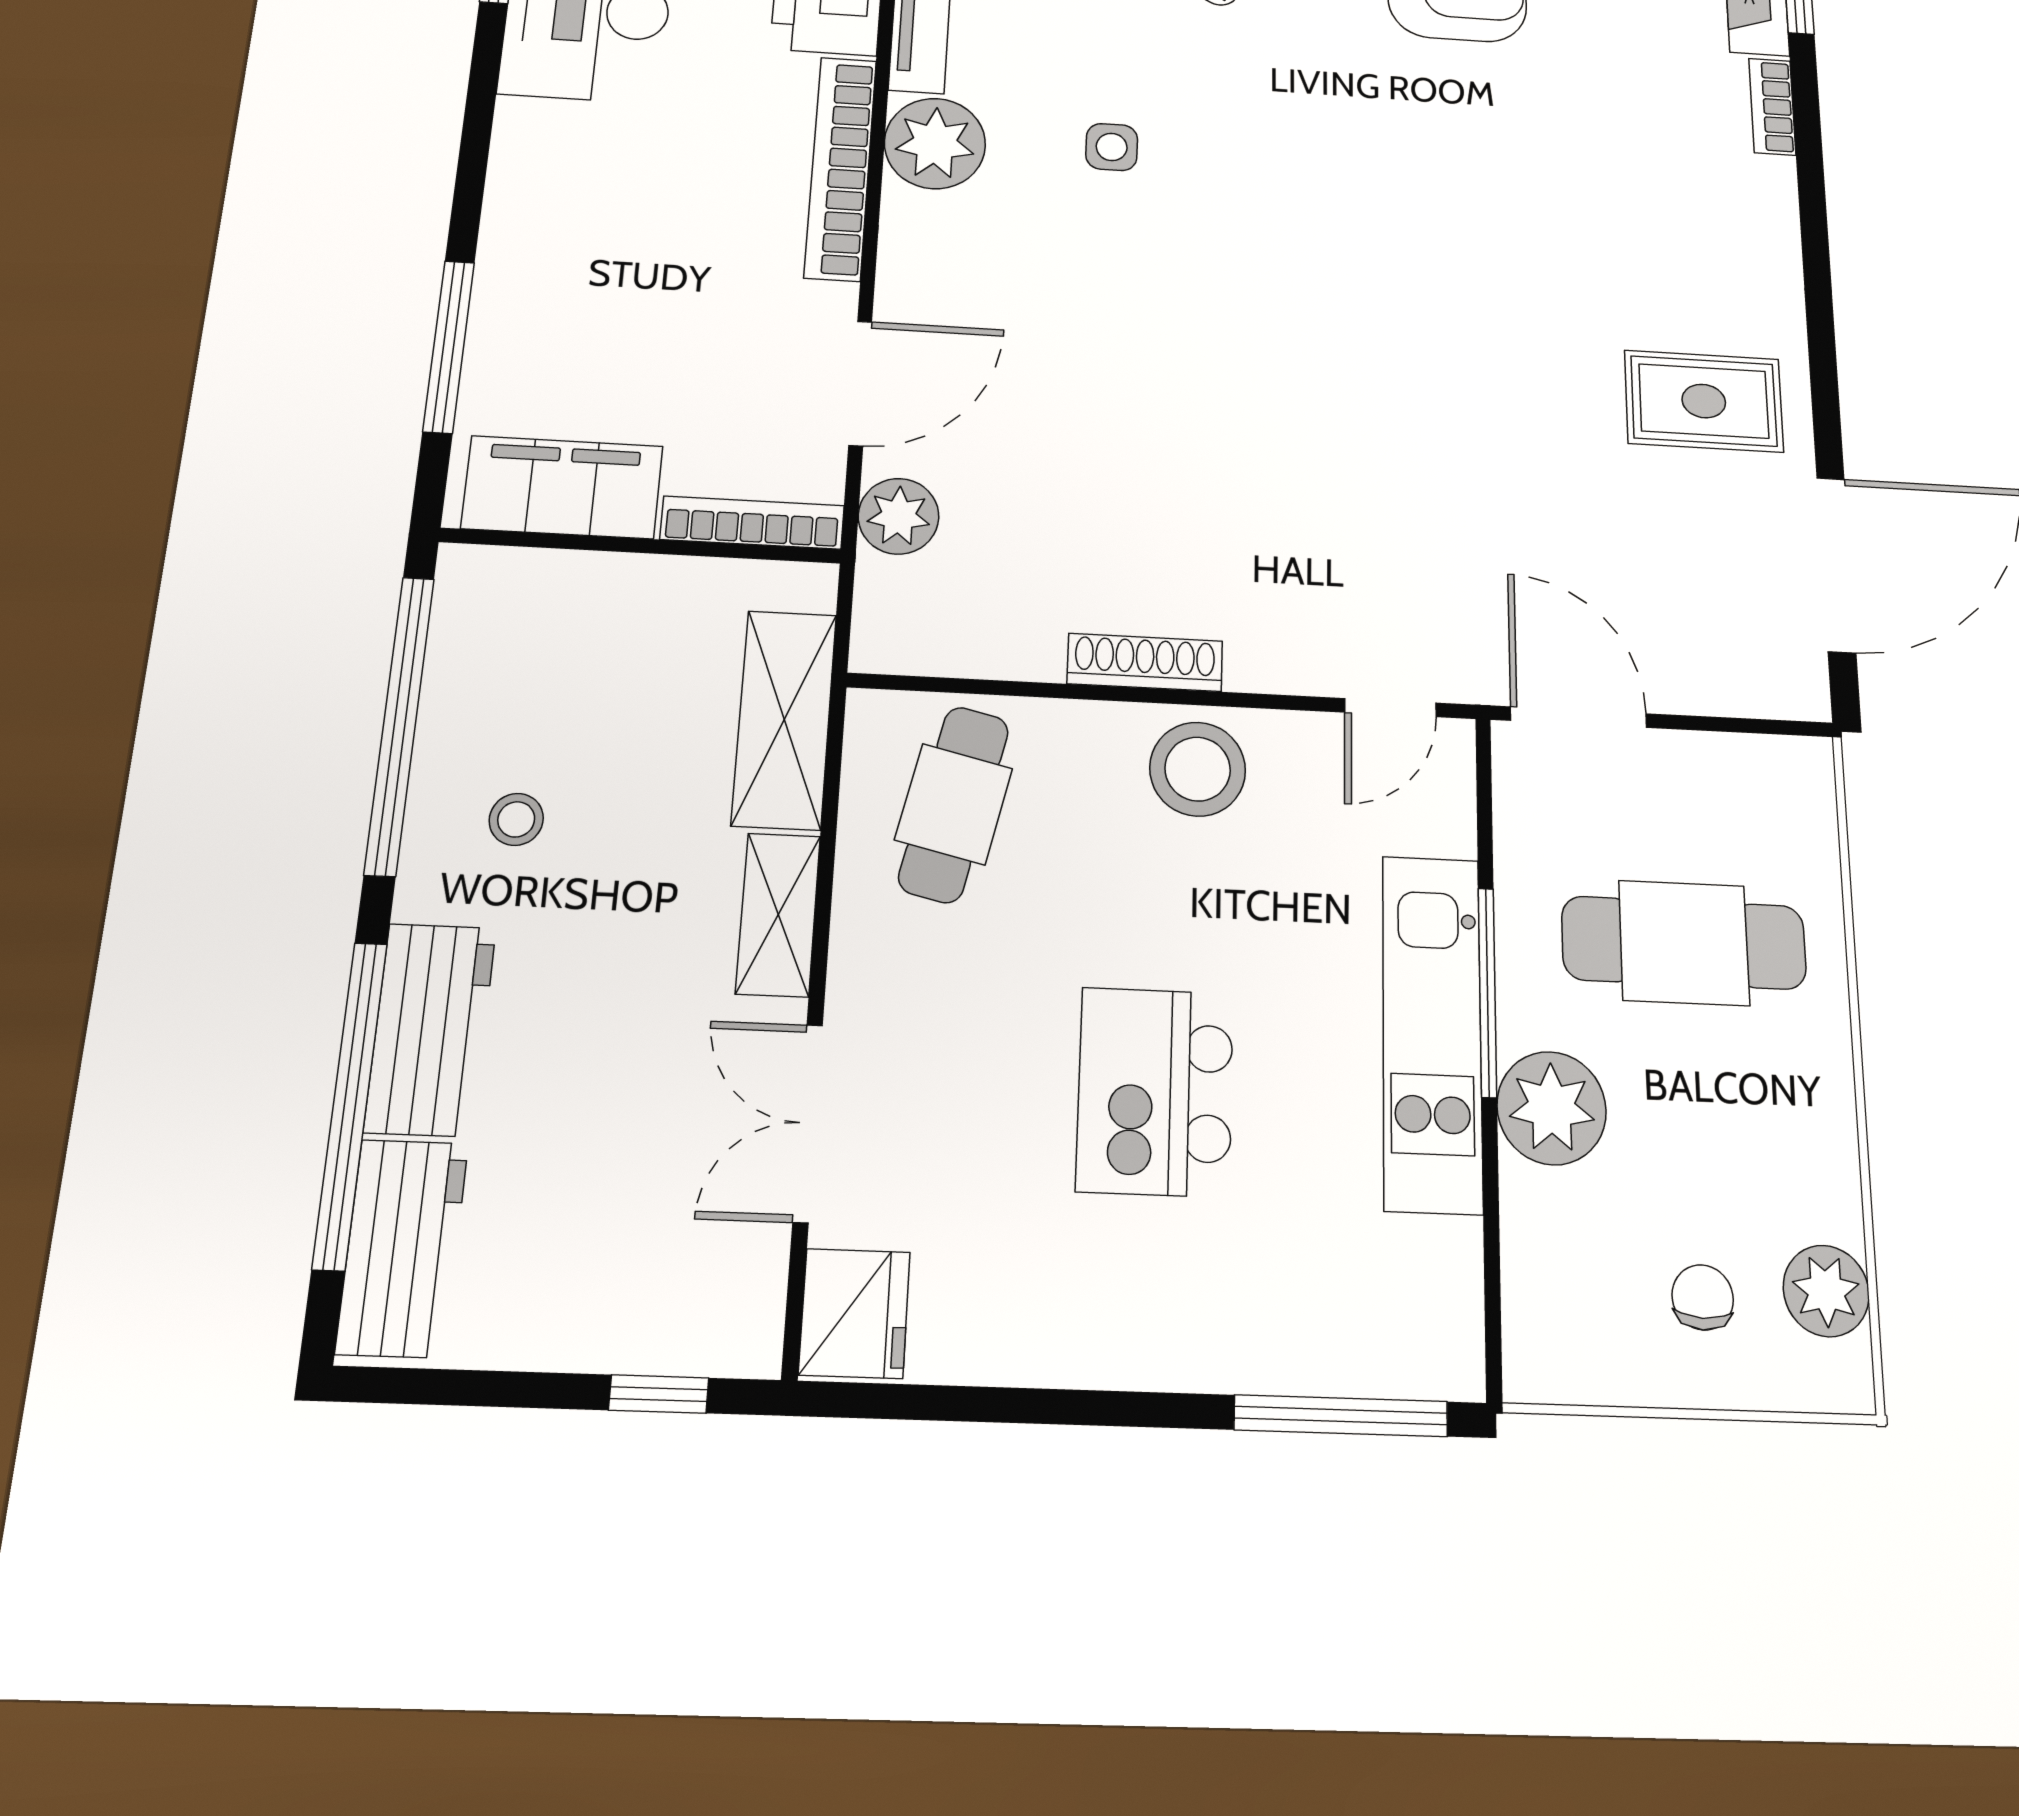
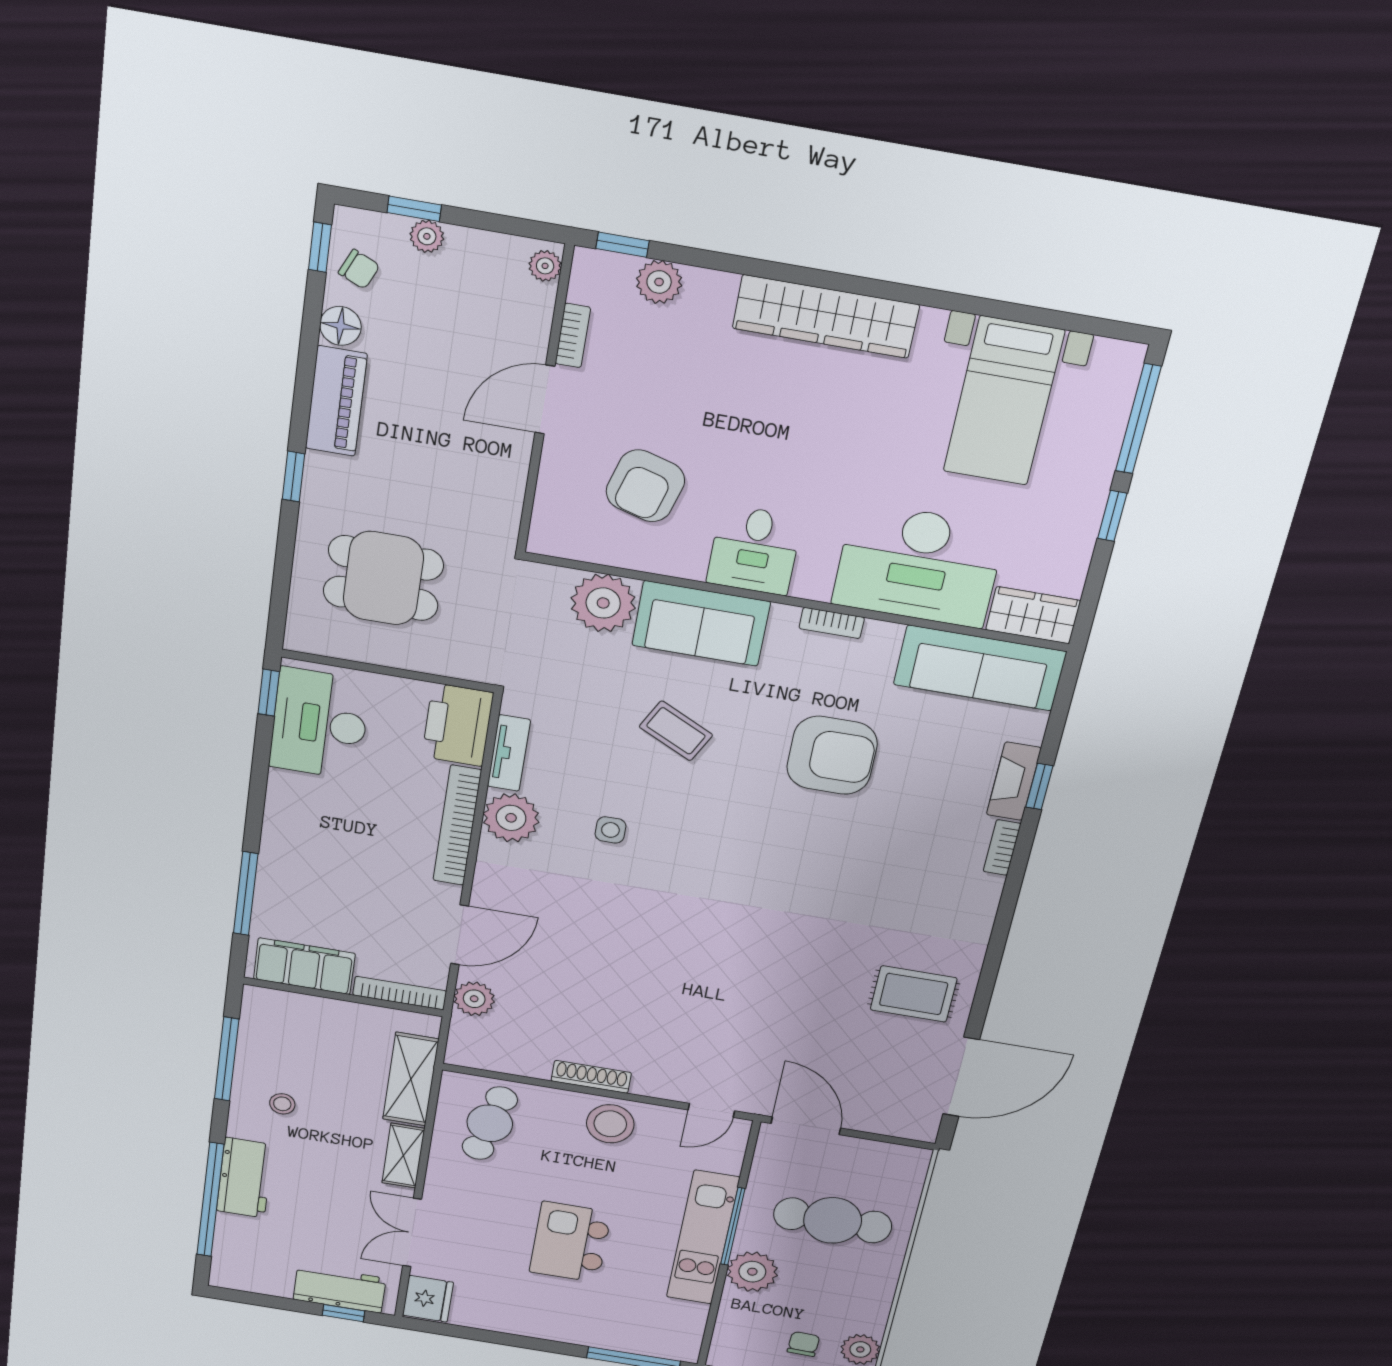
window: (399, 724) -> (227, 1059), width x0.68
workbench: (402, 1248) -> (340, 1289), moved, turned -90

